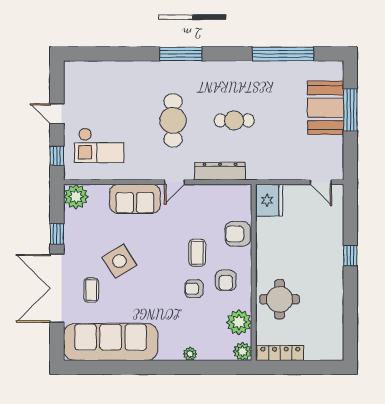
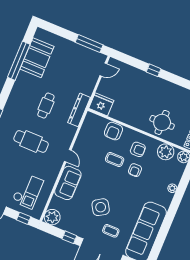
booth: (326, 108) -> (37, 58), moved, turned 90
window: (350, 110) -> (89, 44), moved
dresser: (220, 171) -> (79, 110), moved

